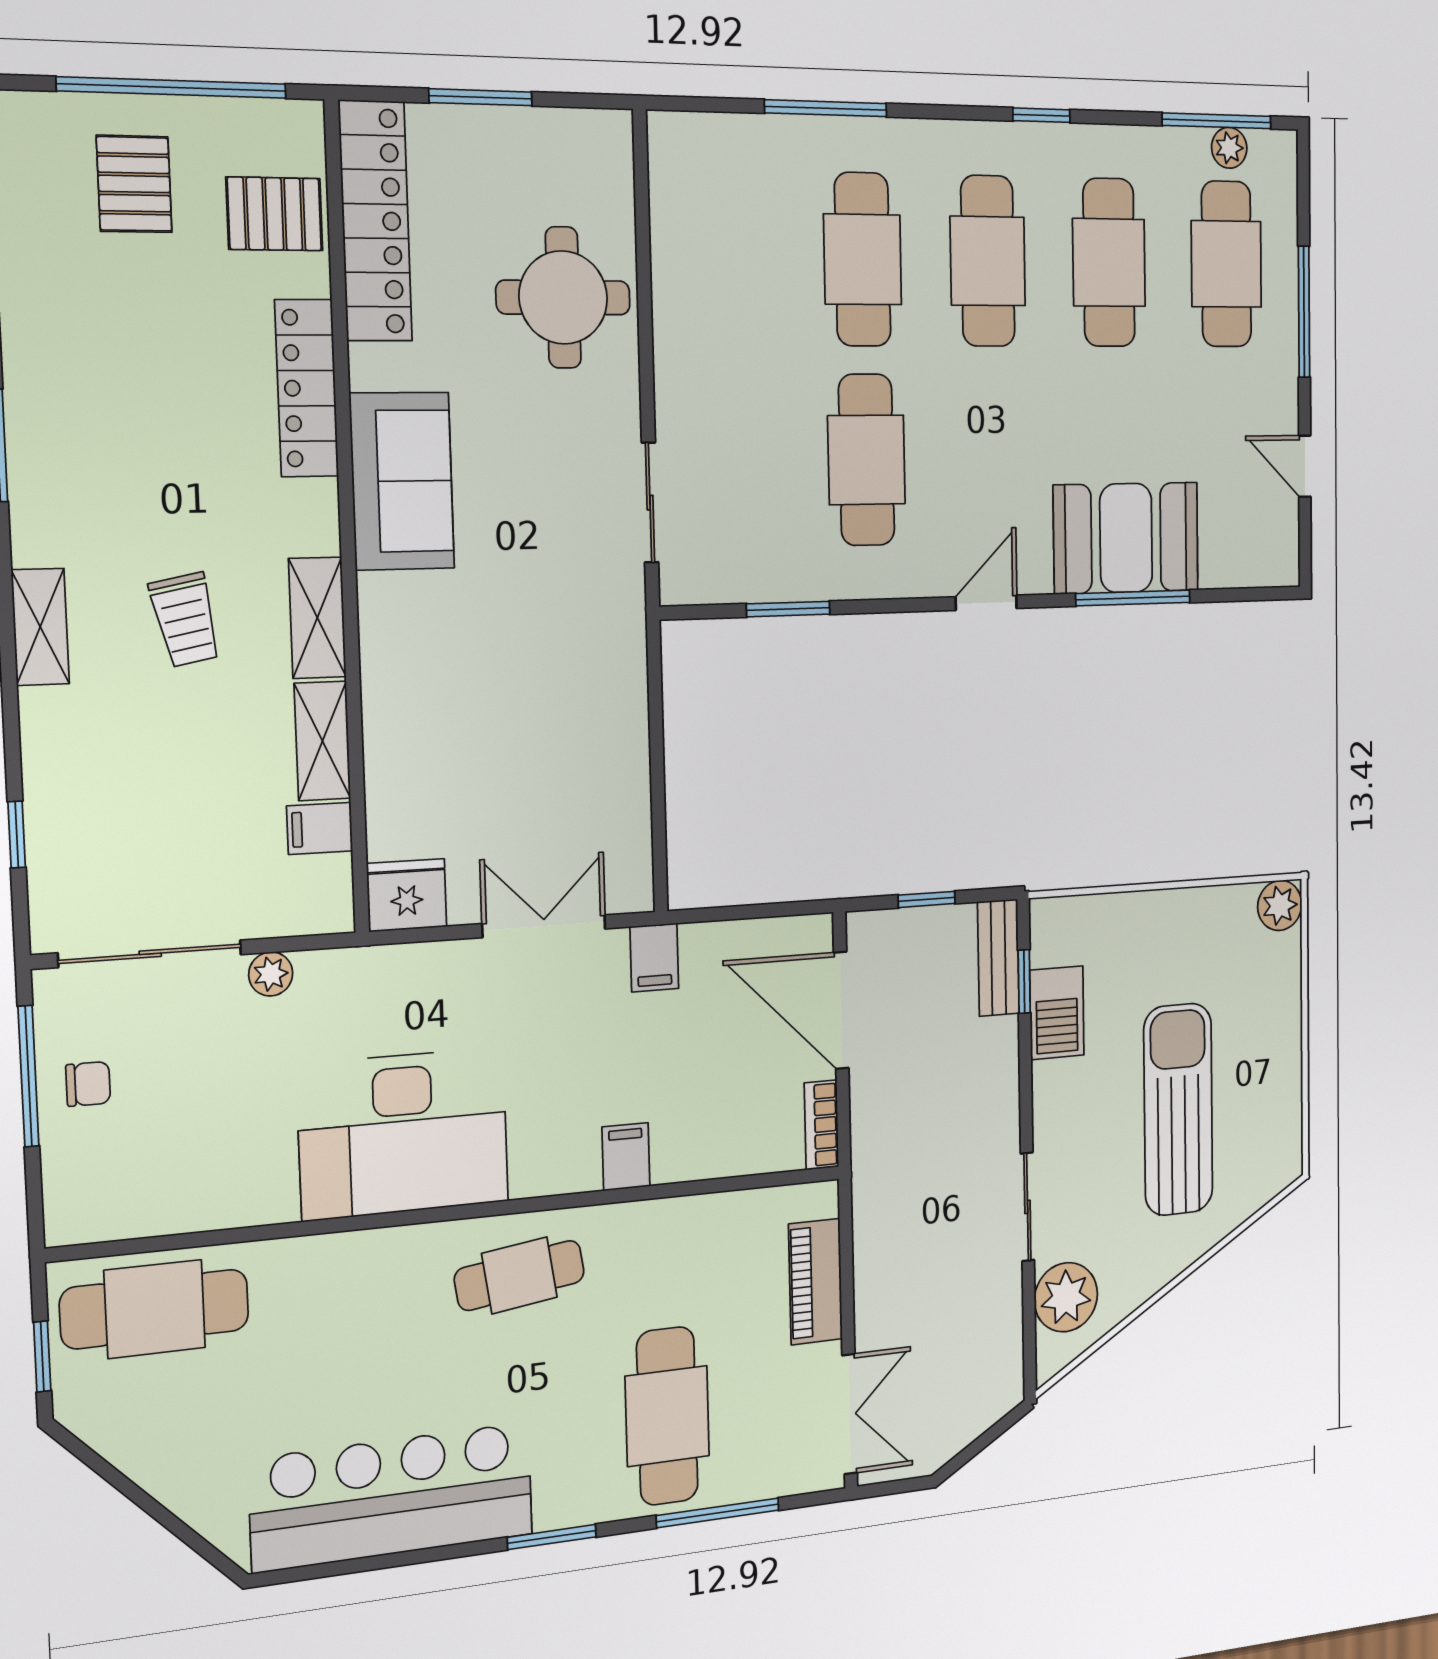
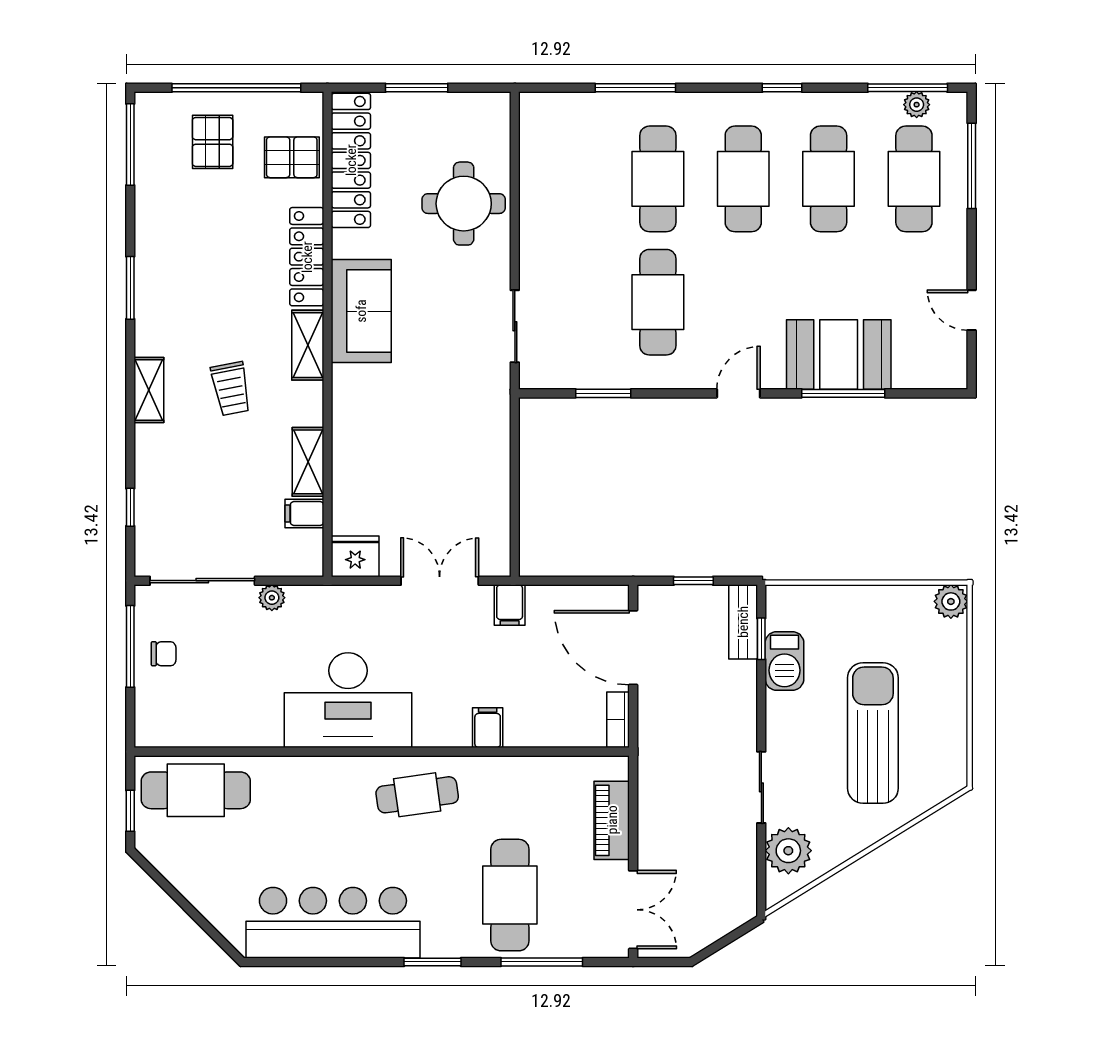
window: (1304, 312) -> (972, 166), moved
shelving: (317, 618) -> (308, 345), moved

